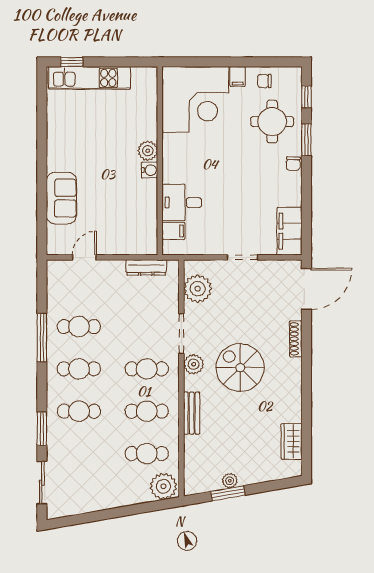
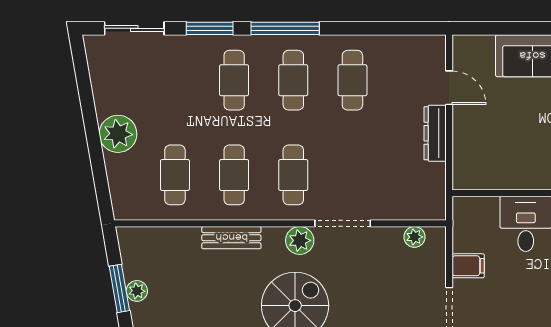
filing cabinet: (173, 231) -> (468, 266), moved, turned -90
dresser: (146, 267) -> (435, 133), moved
plant: (198, 289) -> (414, 237), width x0.53, depth x0.53
window: (42, 338) -> (285, 28), moved
plant: (163, 486) -> (118, 134), moved

